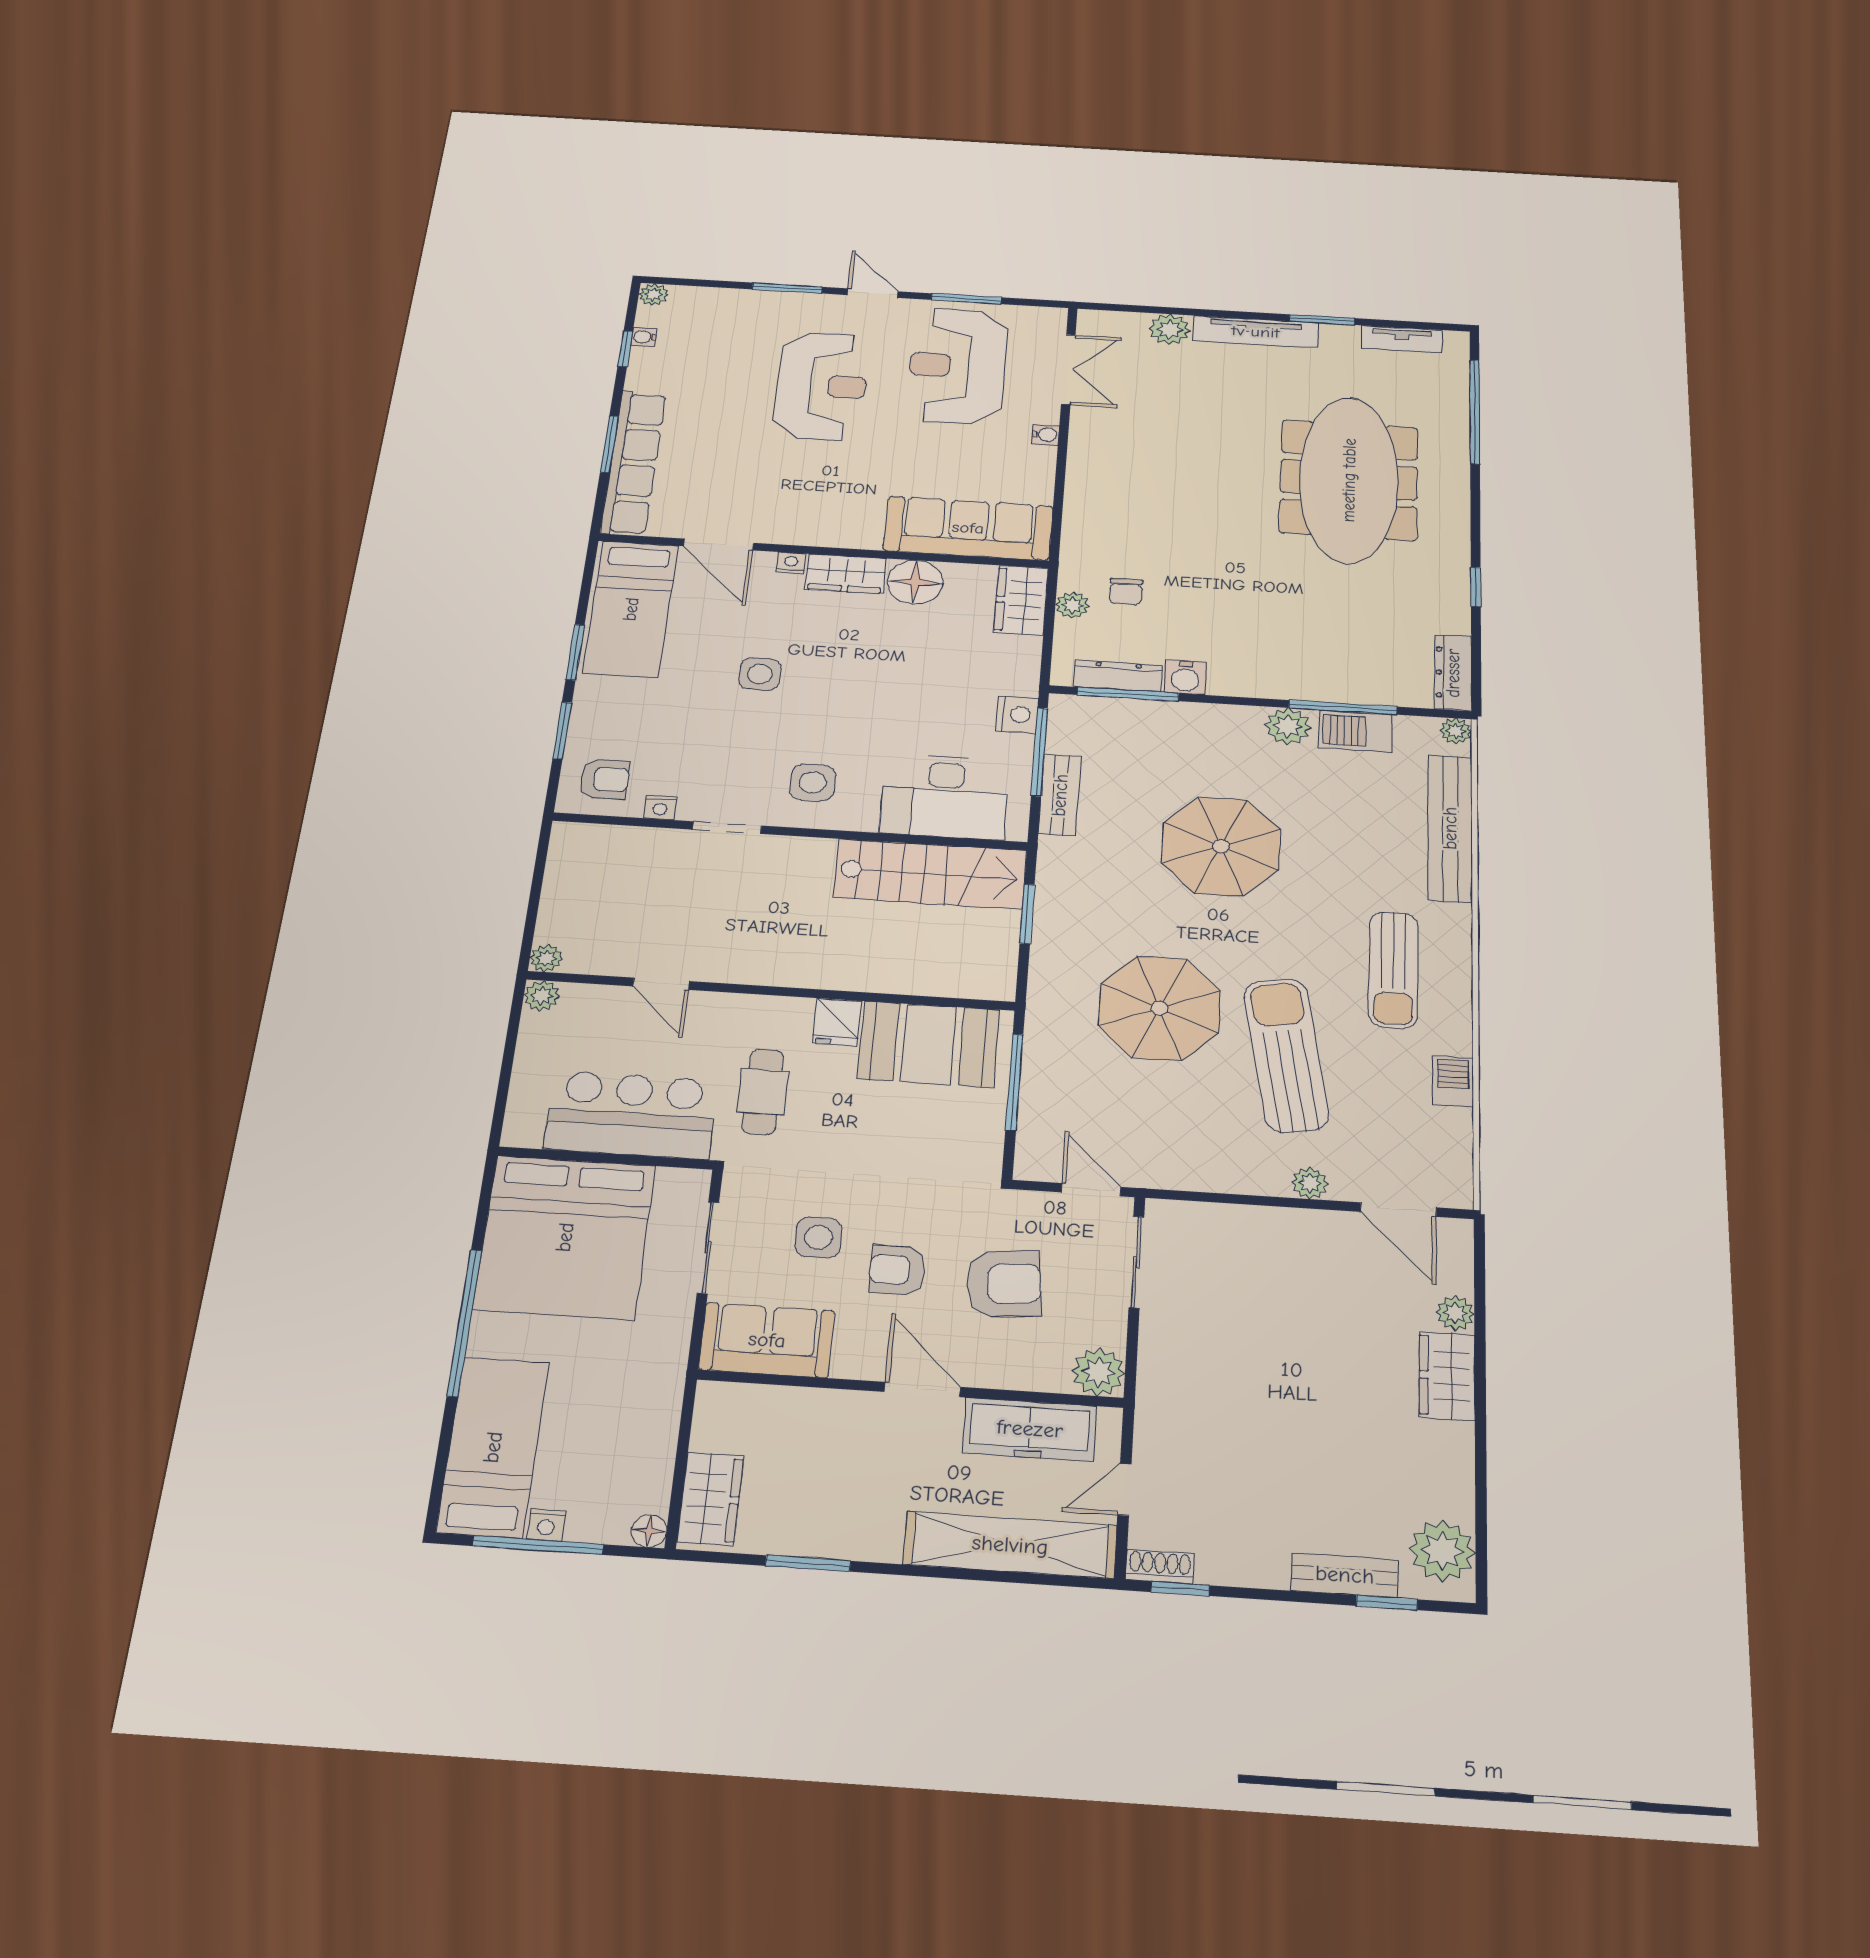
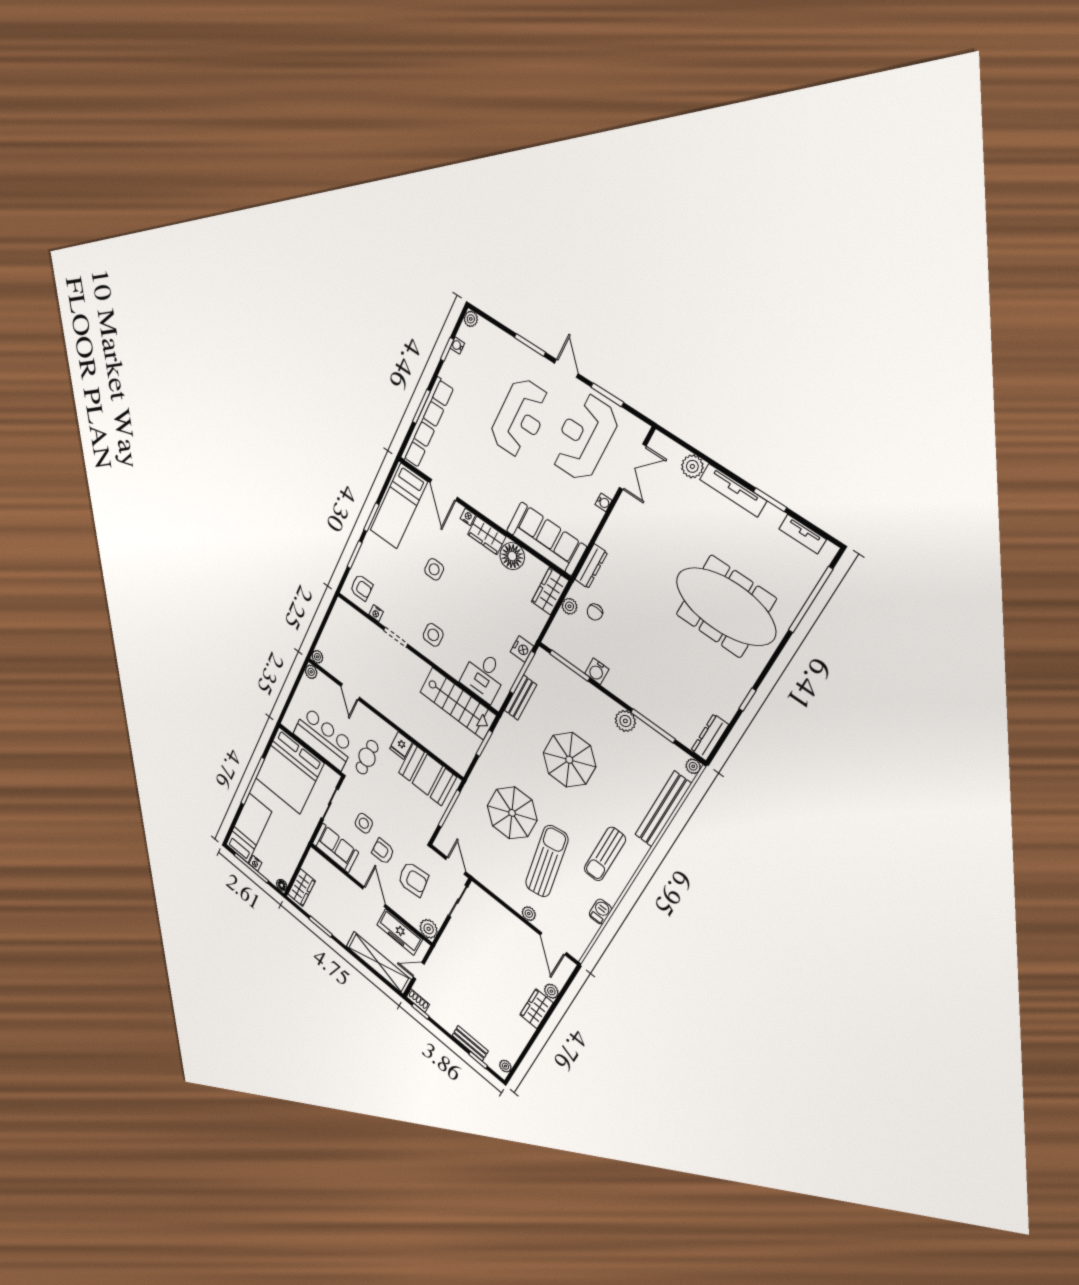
meeting table: (1349, 480) -> (726, 606), turned 90
dresser: (1118, 676) -> (591, 566), moved, turned 90
barbecue: (1355, 731) -> (651, 740), removed
desk: (945, 797) -> (484, 676), width x0.73
plant: (1442, 1551) -> (505, 1066), width x0.53, depth x0.53

